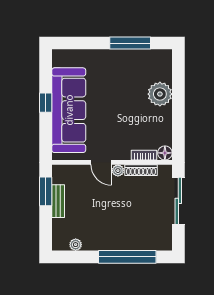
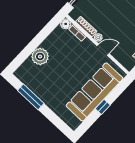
door: (101, 162) -> (103, 50), hinge flipped

